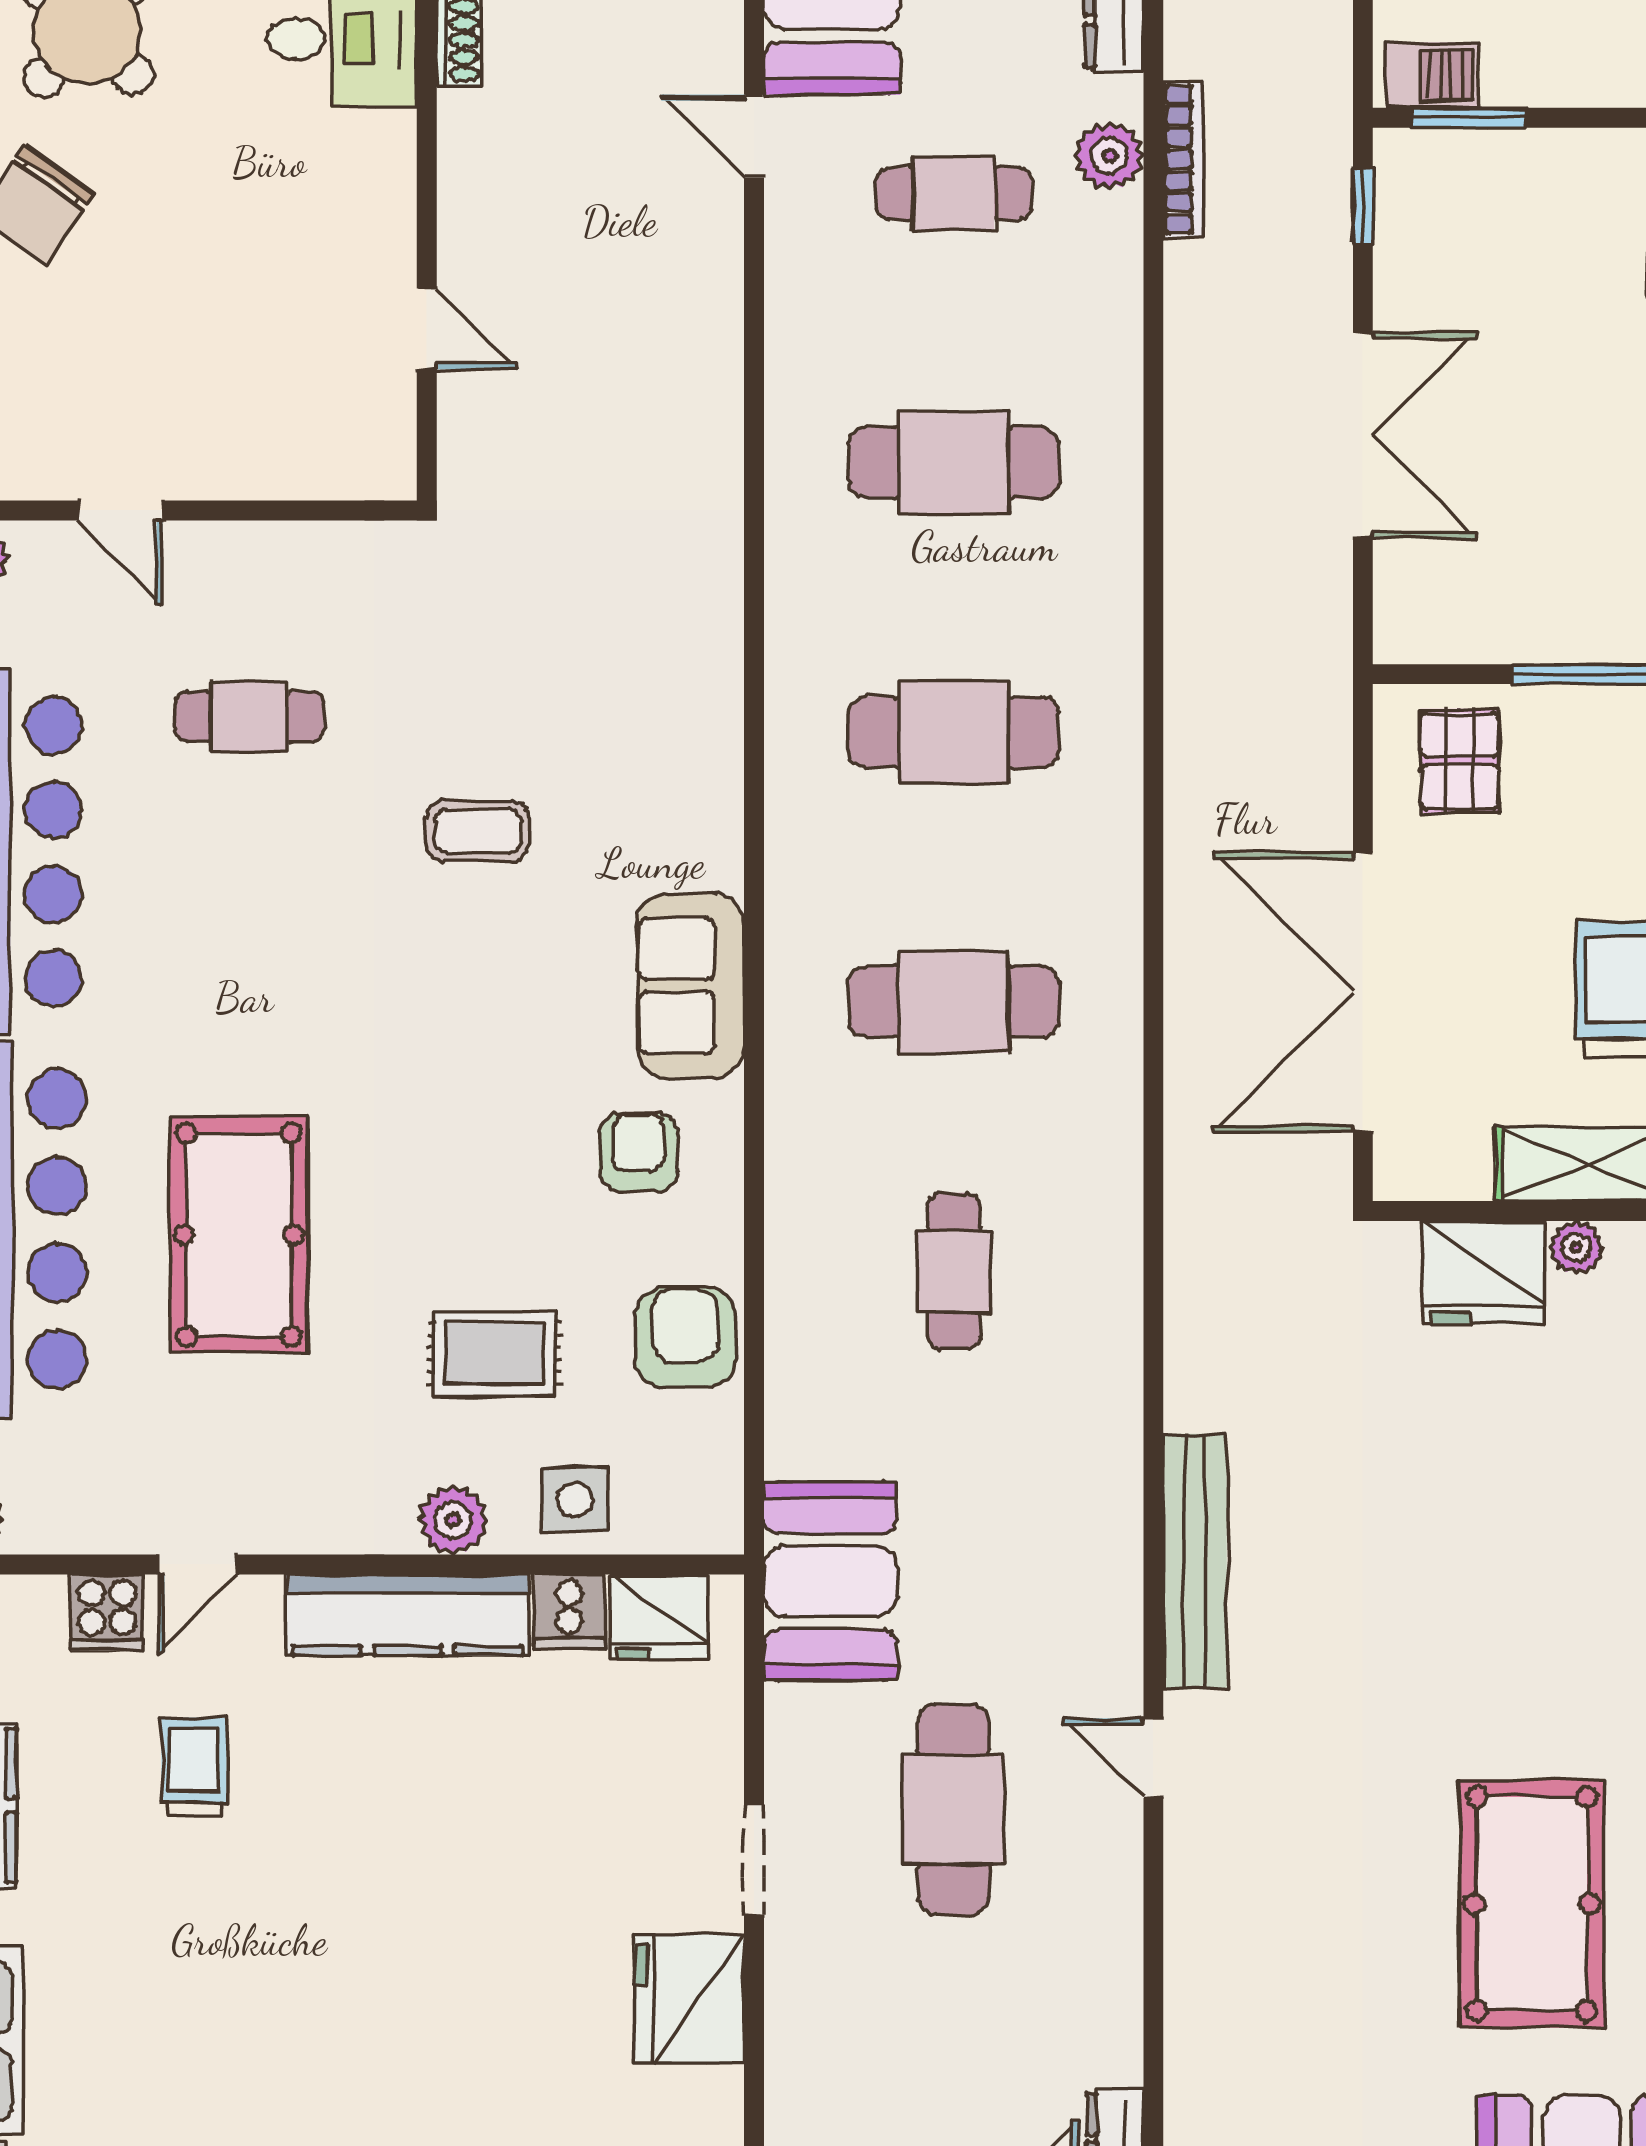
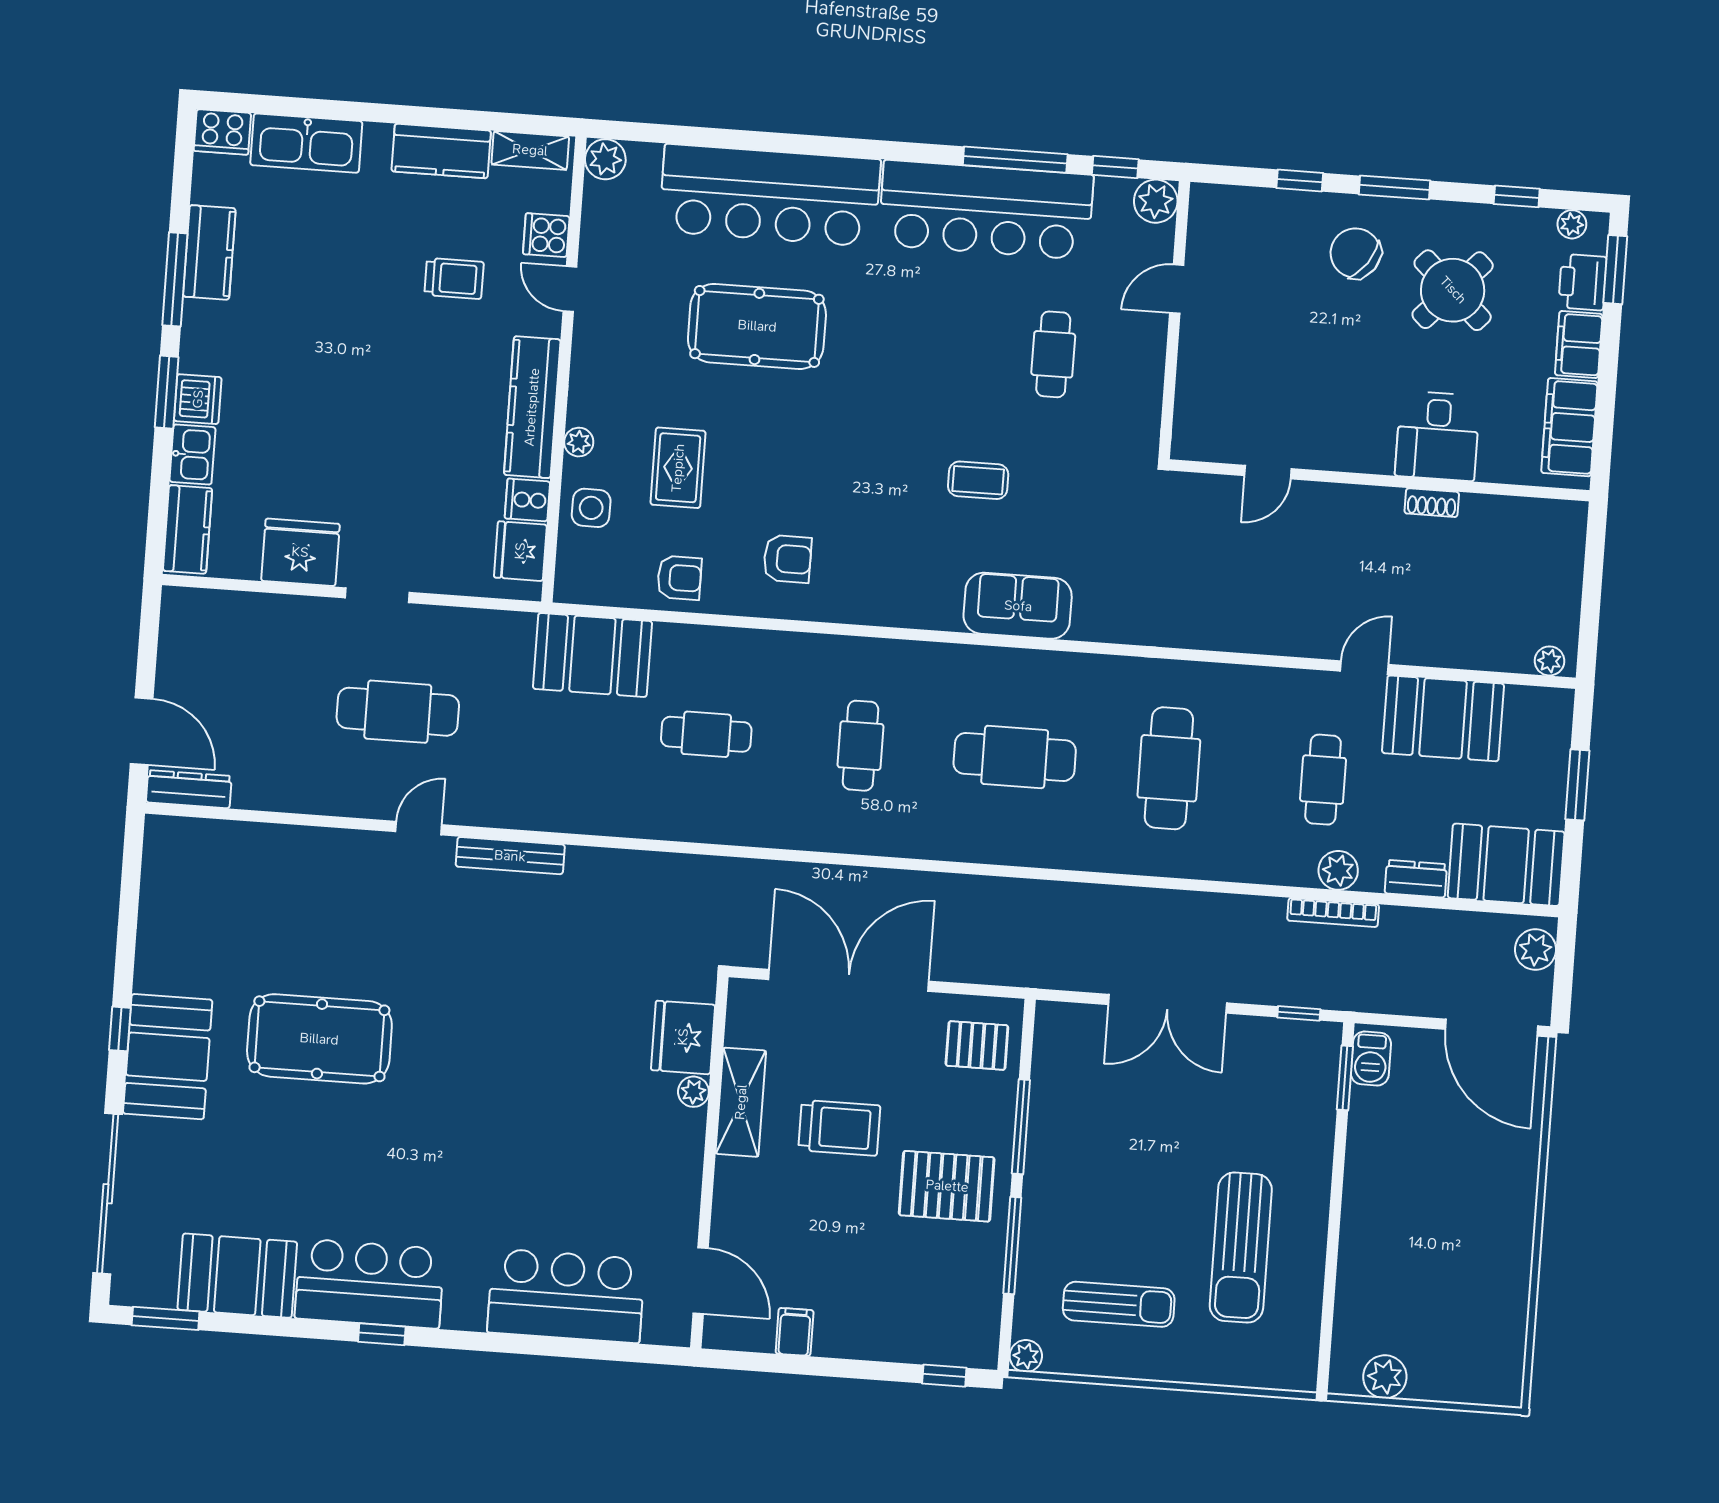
cafe table: (954, 732) -> (1015, 757), turned 90
coffee table: (478, 831) -> (978, 480), turned 90
sofa: (691, 986) -> (1018, 606), moved
cafe table: (954, 1001) -> (860, 746), width x0.73, depth x0.74
armchair: (685, 1338) -> (679, 578), width x0.72, depth x0.72
plant: (453, 1520) -> (579, 442), width x0.73, depth x0.73
bench: (1195, 1562) -> (510, 856), width x0.73, depth x0.82
booth: (830, 1581) -> (592, 655), moved

